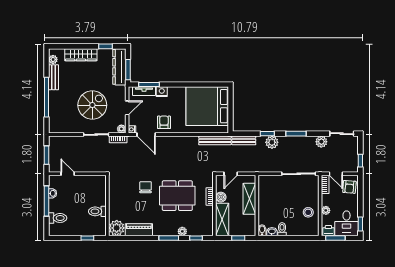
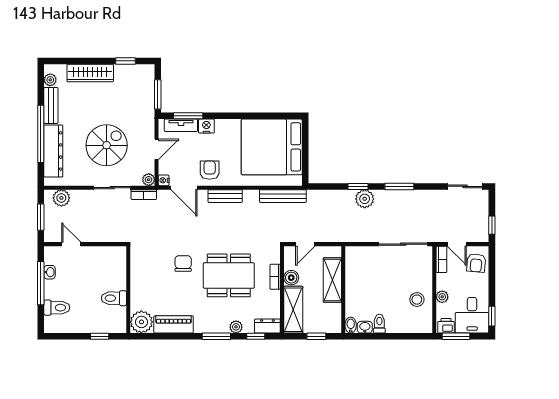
dresser: (119, 67) -> (53, 151), moved, turned 180
bench: (244, 140) -> (225, 196), moved
plant: (321, 142) -> (61, 198), moved
dresser: (204, 231) -> (267, 326), added

